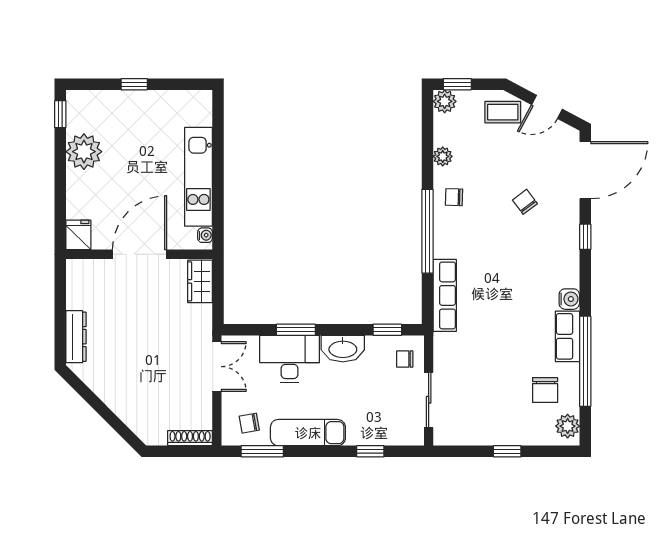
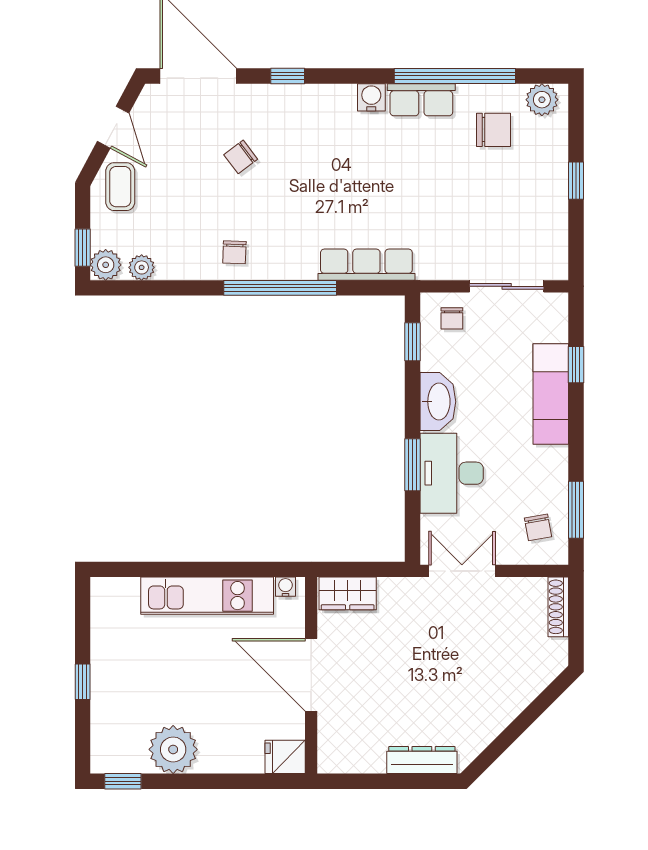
plant: (443, 156) -> (142, 267), moved
exam couch: (308, 433) -> (551, 394), moved

